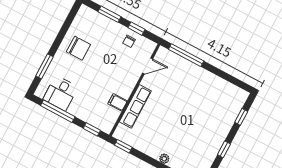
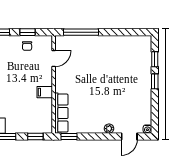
filing cabinet: (118, 102) -> (45, 92), moved
row of seats: (135, 106) -> (61, 113), moved
window: (224, 149) -> (155, 81), moved

